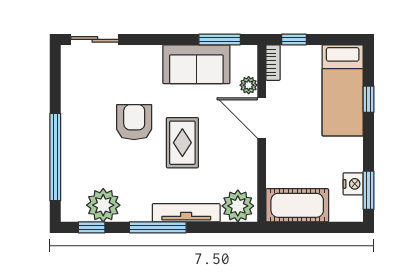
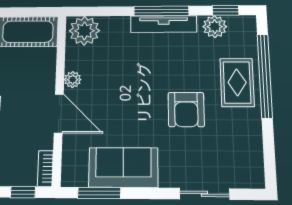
sliding door: (95, 39) -> (204, 194), moved
plant: (249, 85) -> (73, 80), moved
rug: (182, 143) -> (237, 82), moved
plant: (103, 205) -> (215, 27), width x0.73, depth x0.73
tv unit: (186, 213) -> (164, 24), moved

